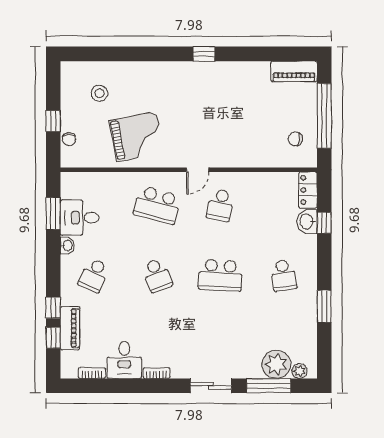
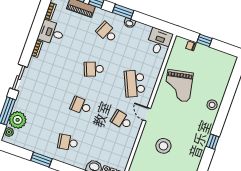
stool: (99, 93) -> (212, 105), moved
stool: (237, 127) -> (163, 146), added
school desk: (157, 205) -> (135, 83), turned -39
window: (53, 213) -> (123, 12), moved
desk: (80, 218) -> (159, 42), moved
school desk: (220, 275) -> (81, 106), width x0.54

